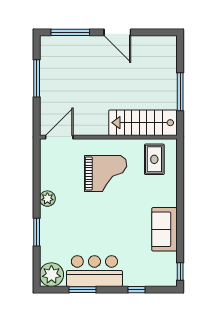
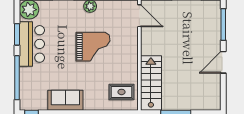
grand piano: (106, 174) -> (93, 47), moved, turned -90
window: (137, 290) -> (17, 78), width x3.17

